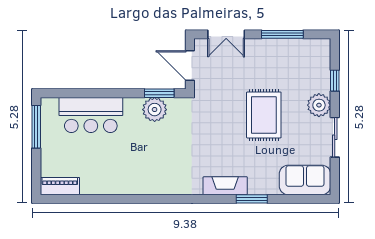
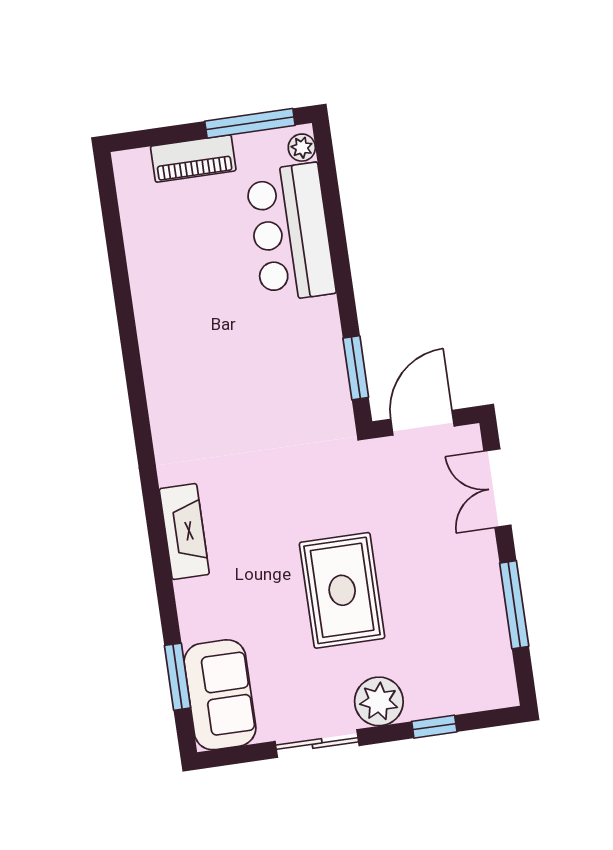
plant: (155, 110) -> (302, 148), moved, width x0.53, depth x0.53
rug: (264, 115) -> (342, 590), turned 90
piano: (60, 186) -> (193, 158), moved, turned 90
window: (252, 199) -> (177, 677), moved

